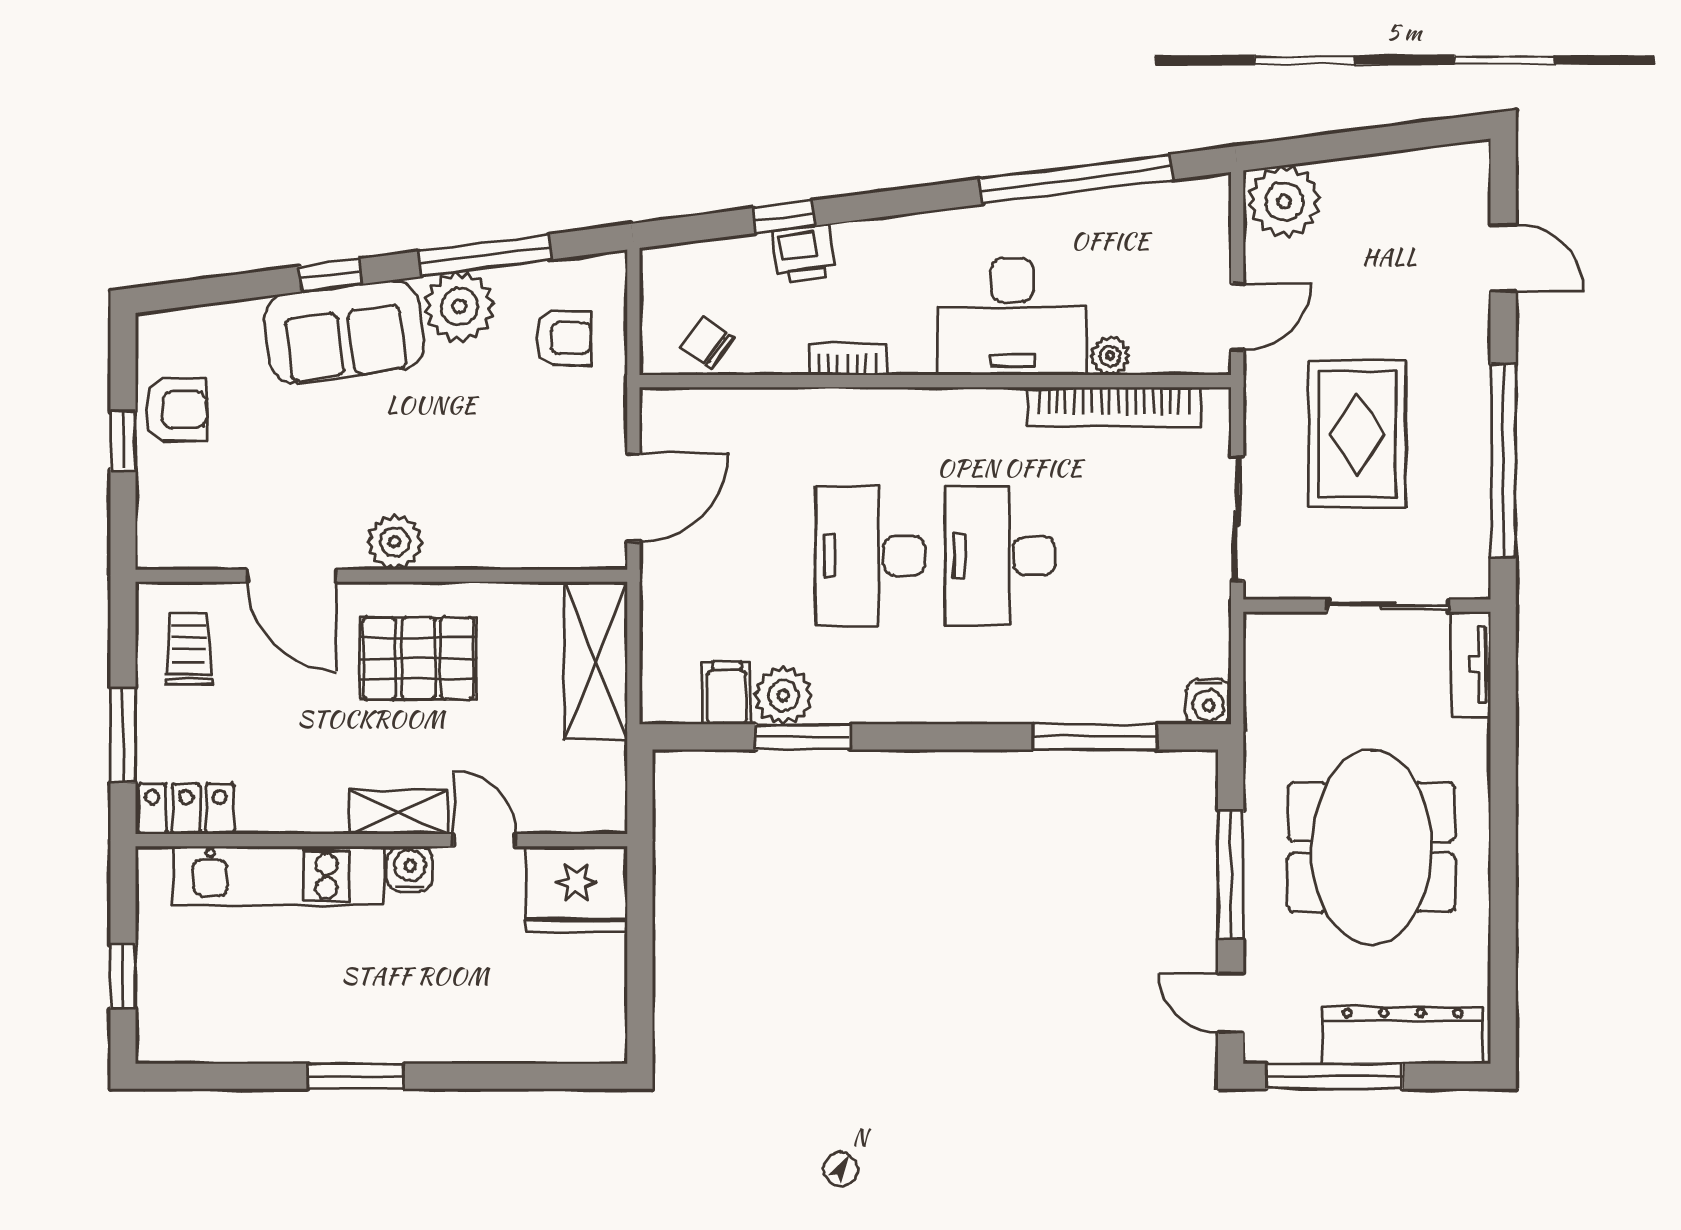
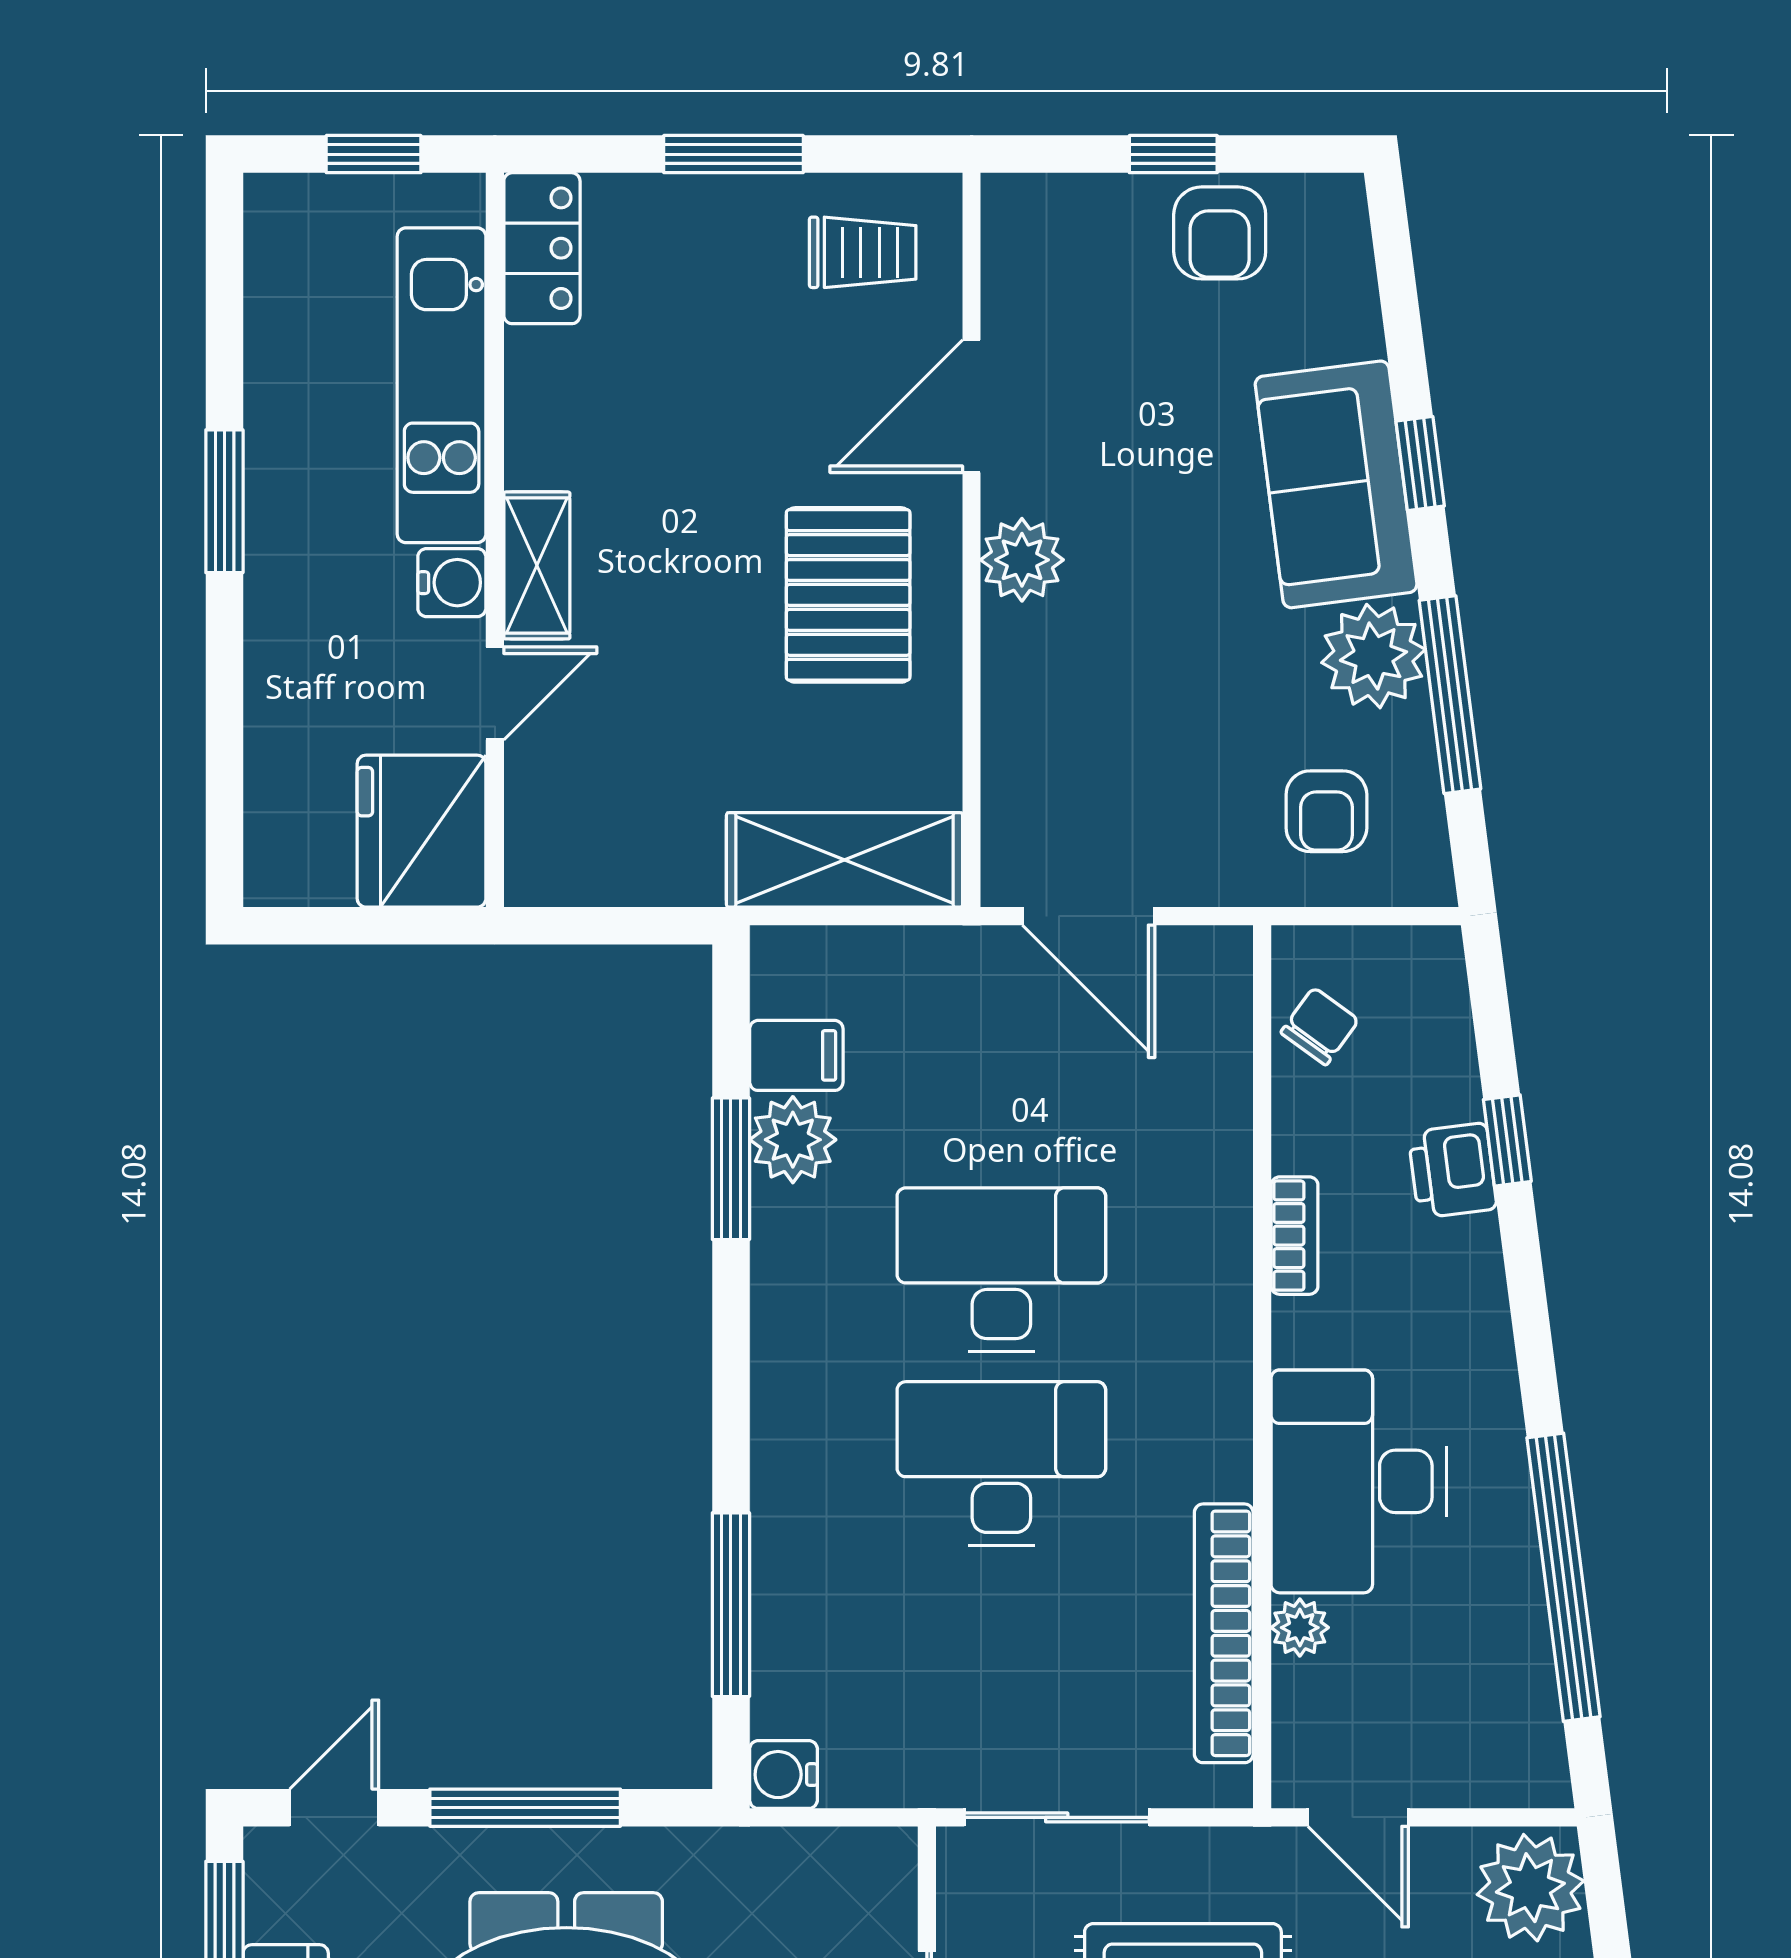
locker: (186, 809) -> (542, 248), moved
shelving: (399, 812) -> (537, 565), moved
wall: (381, 840) -> (495, 540), moved
door: (484, 840) -> (495, 693), moved
water cooler: (410, 869) -> (452, 583), moved
kitchen unit: (278, 876) -> (442, 385), moved
fridge: (577, 889) -> (422, 831), moved

